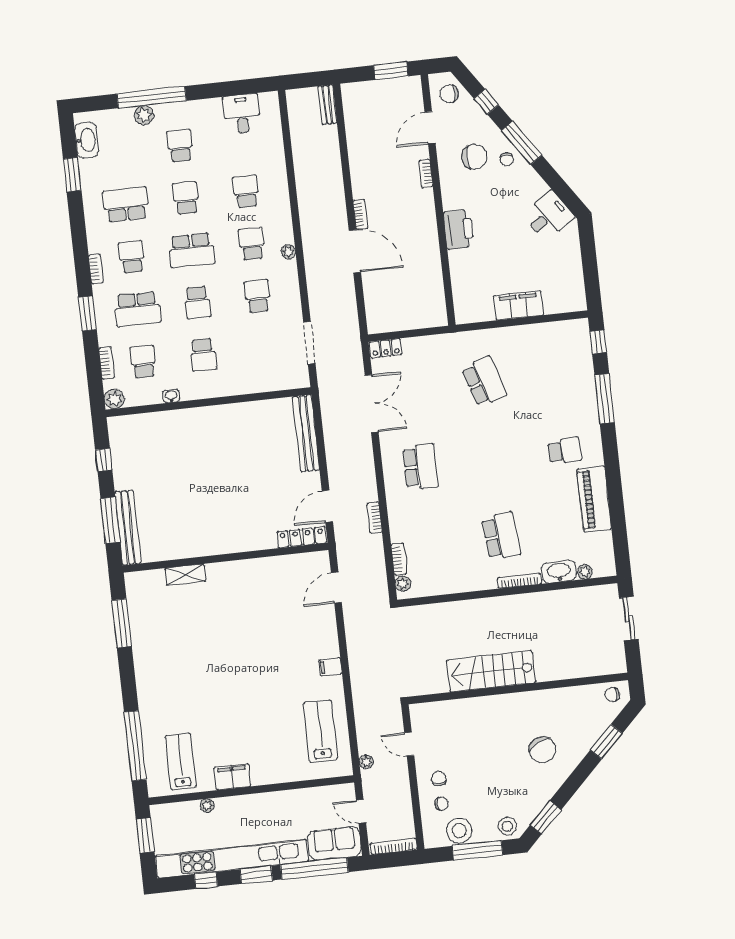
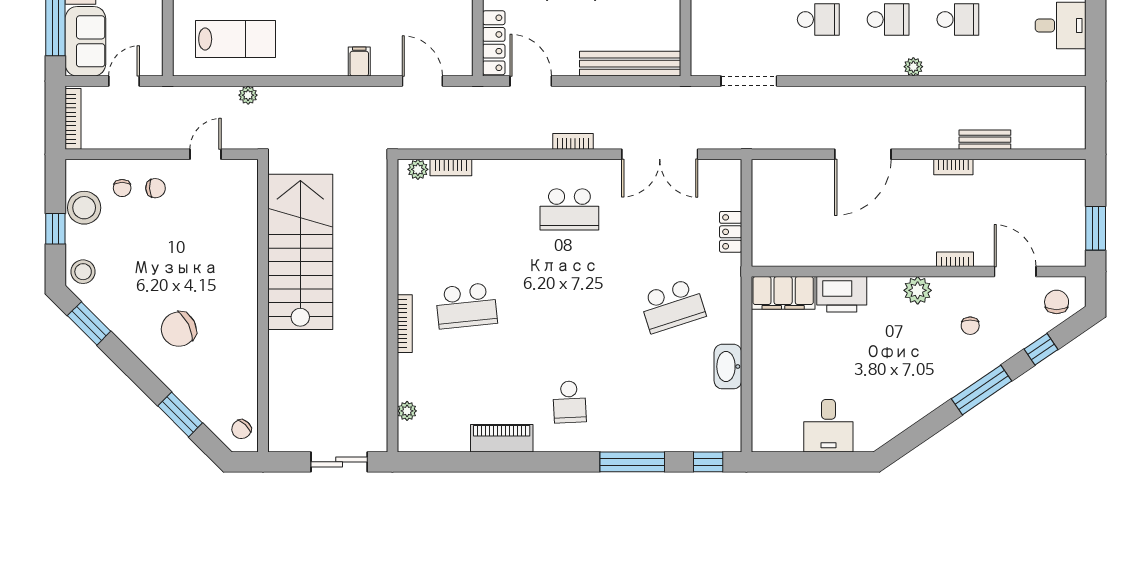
bench: (327, 105) -> (985, 140), moved
chair: (474, 157) -> (970, 326), width x0.54, depth x0.54
chair: (507, 159) -> (962, 368), removed
plant: (452, 199) -> (918, 290), added
bookcase: (360, 214) -> (953, 167), moved
desk: (548, 216) -> (828, 426), moved, turned 34
printer: (459, 229) -> (842, 294), moved
plant: (288, 252) -> (913, 67), moved
filing cabinet: (519, 305) -> (783, 293), moved, turned 90
locker: (386, 348) -> (731, 232), moved
piano: (594, 499) -> (502, 438), width x0.73, depth x0.75
bookcase: (374, 518) -> (573, 141), moved
washbasin: (559, 572) -> (728, 367), moved, turned 180
filing cabinet: (330, 667) -> (359, 62), moved
stairs: (491, 671) -> (300, 252), width x1.36, depth x1.51
chair: (612, 694) -> (241, 429), turned -137
plant: (366, 762) -> (248, 95), moved
window: (477, 850) -> (55, 229), width x0.46

